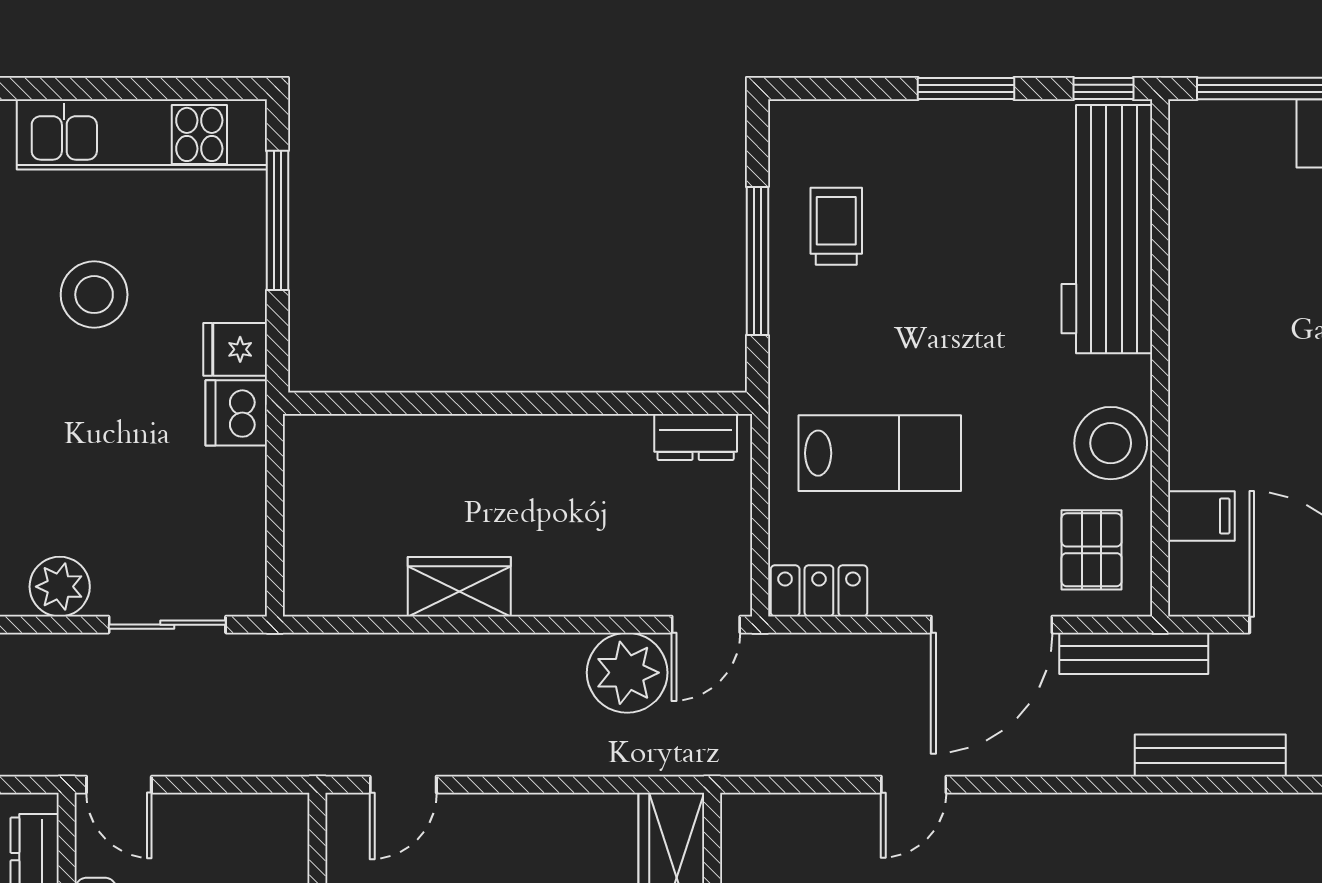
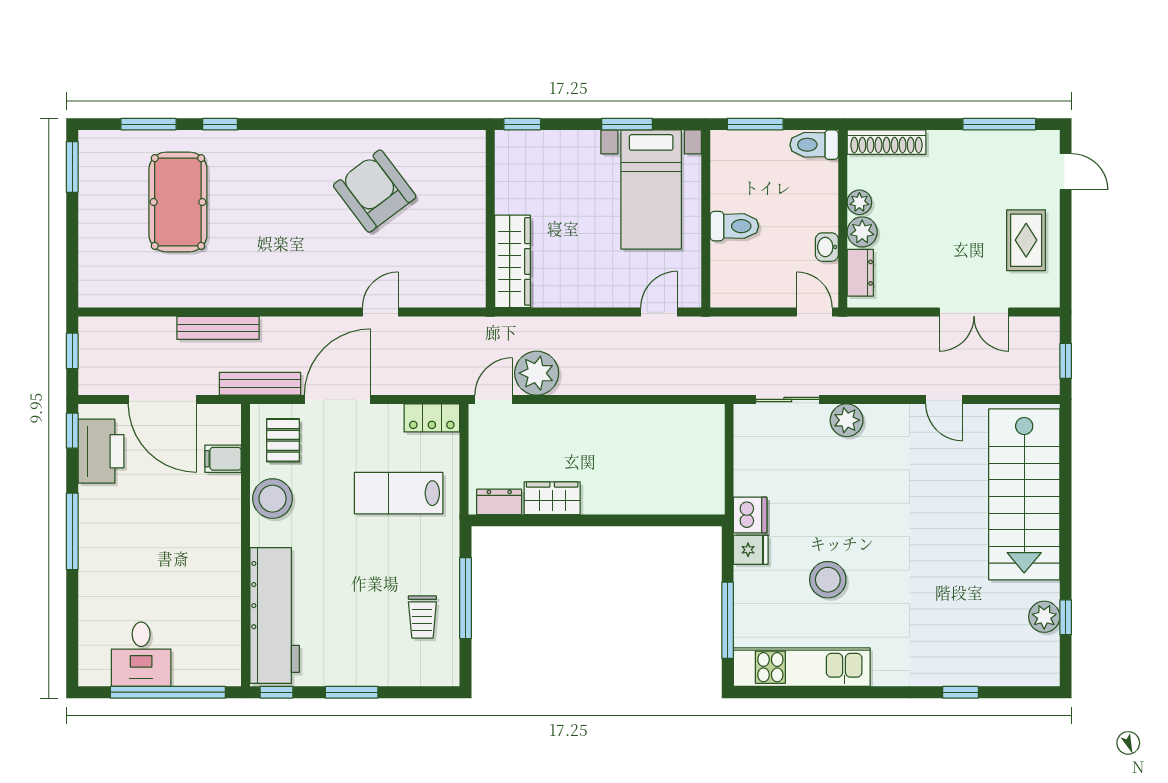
wardrobe: (459, 587) -> (552, 498), moved, turned 180

